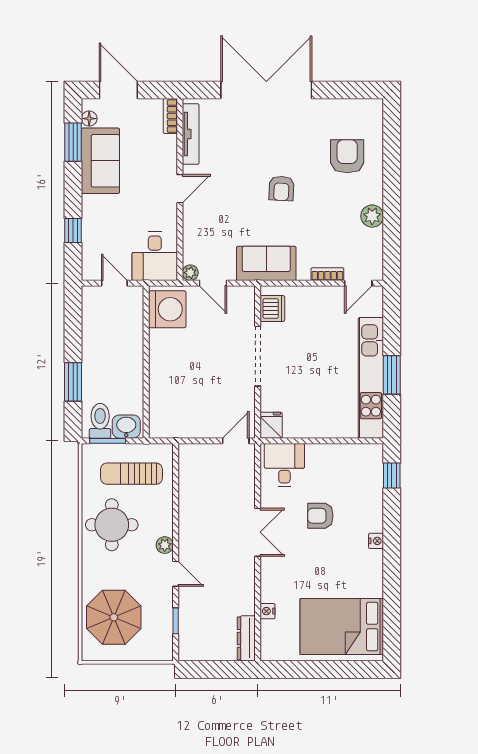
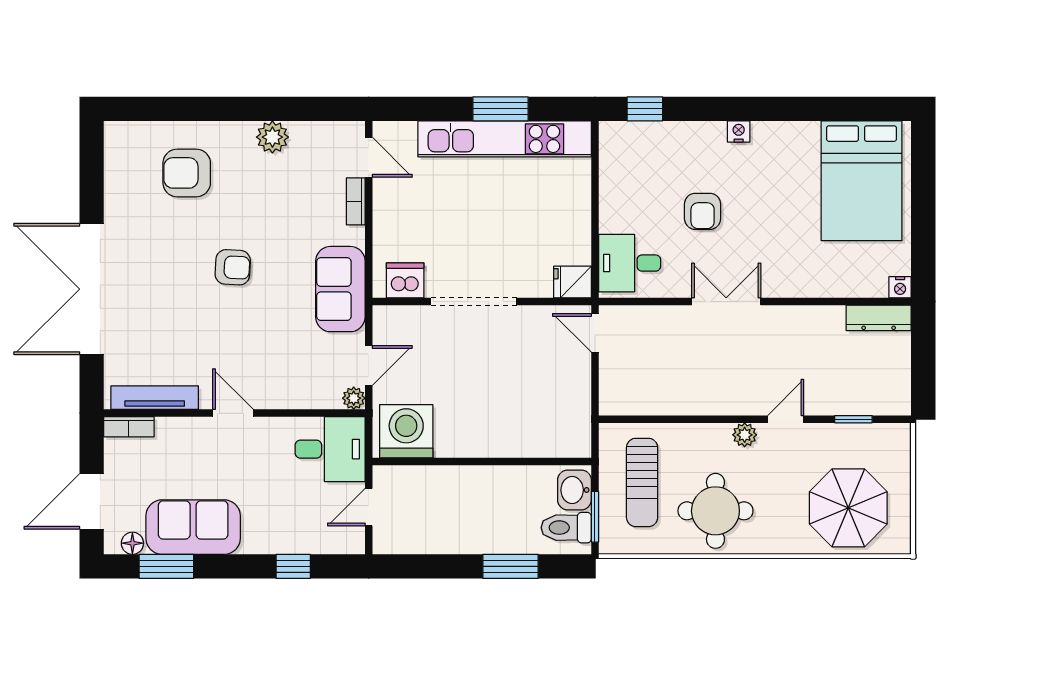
nightstand: (268, 611) -> (900, 287), moved

